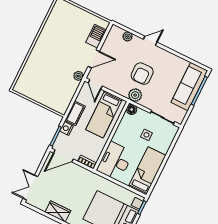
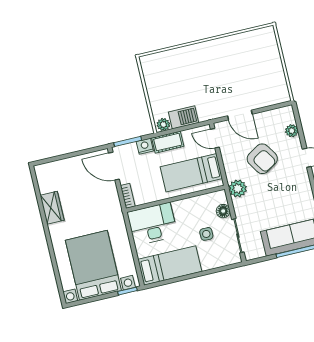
barbecue: (96, 36) -> (183, 117), moved
armchair: (142, 74) -> (262, 159), moved, turned -122
plant: (78, 76) -> (163, 125), moved
door: (95, 84) -> (215, 138), hinge flipped
floor lamp: (132, 109) -> (223, 211), moved
double door: (30, 187) -> (53, 159), removed

